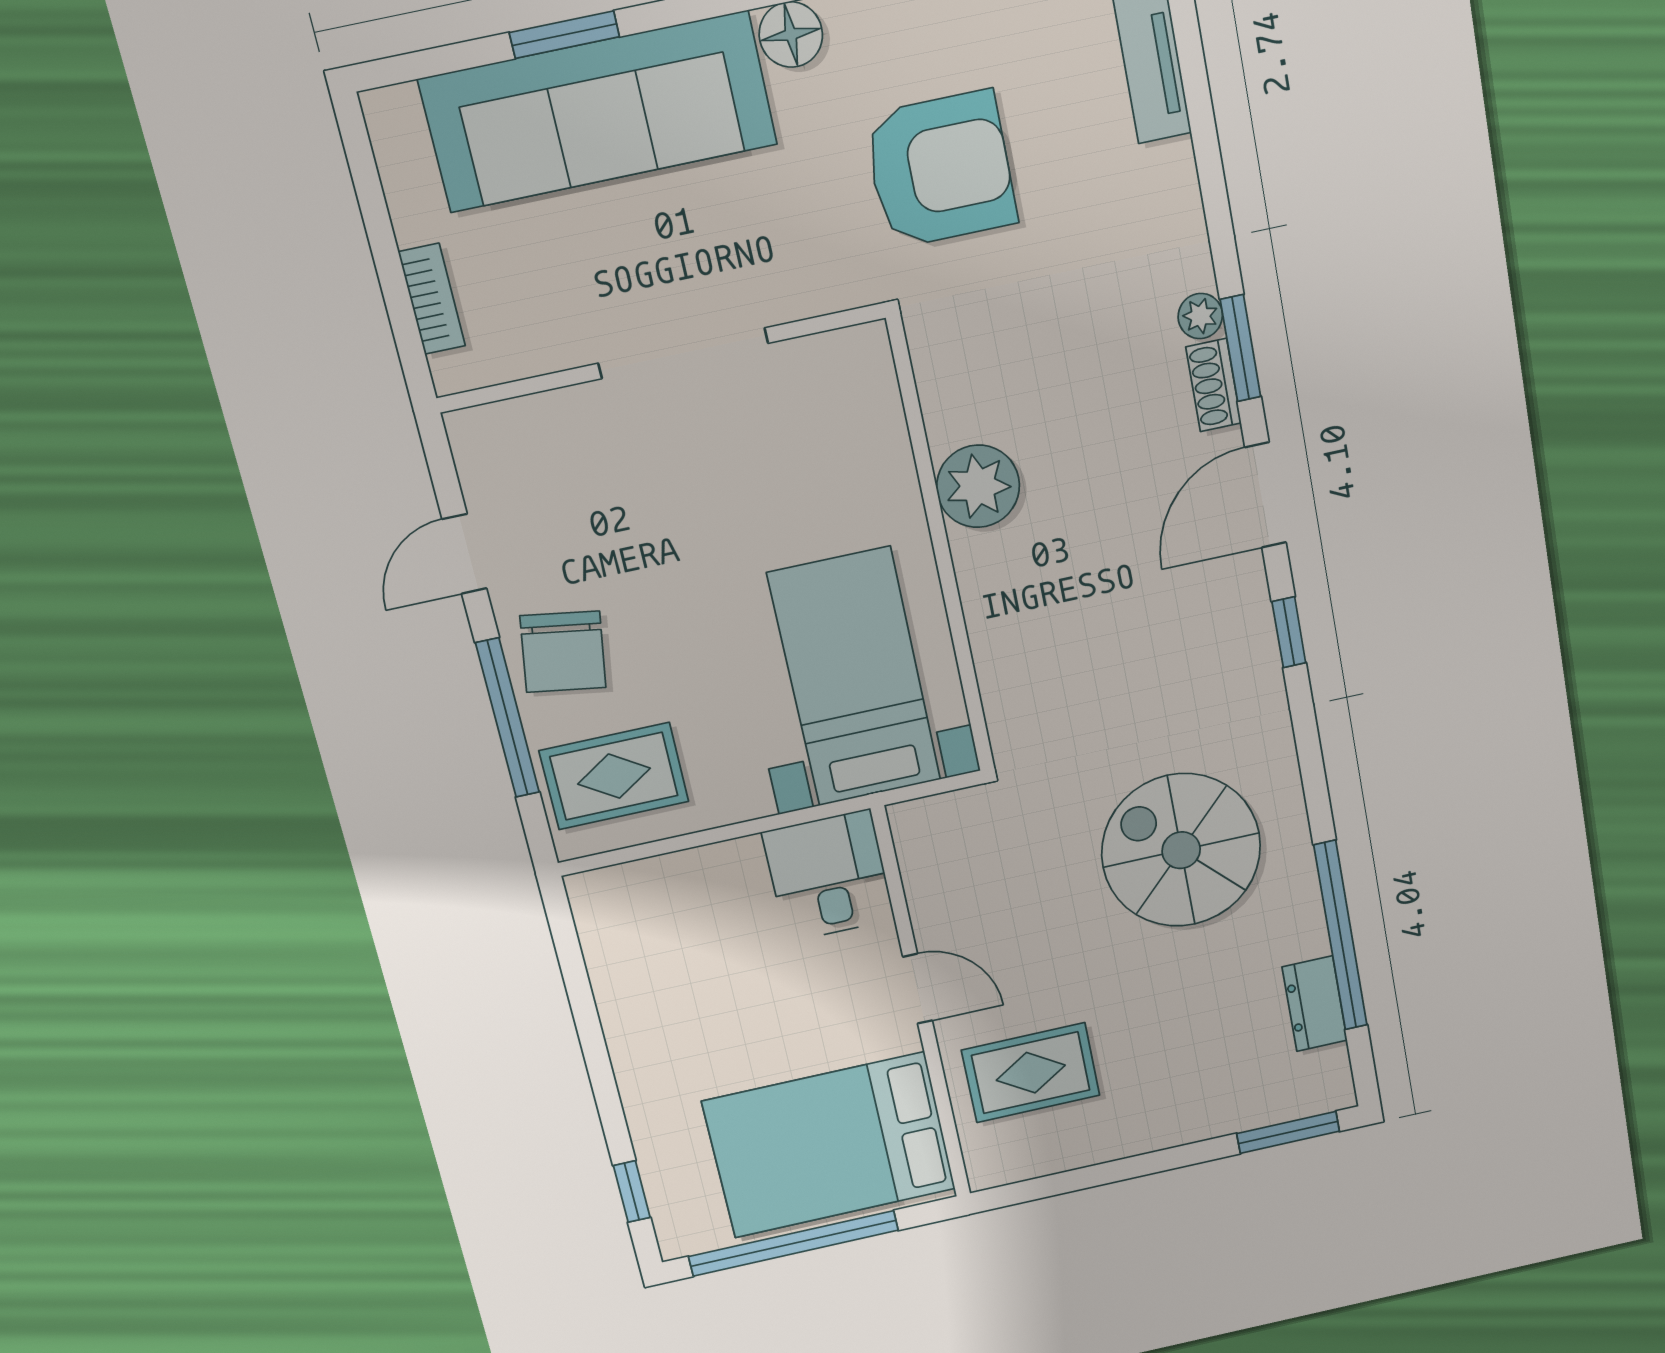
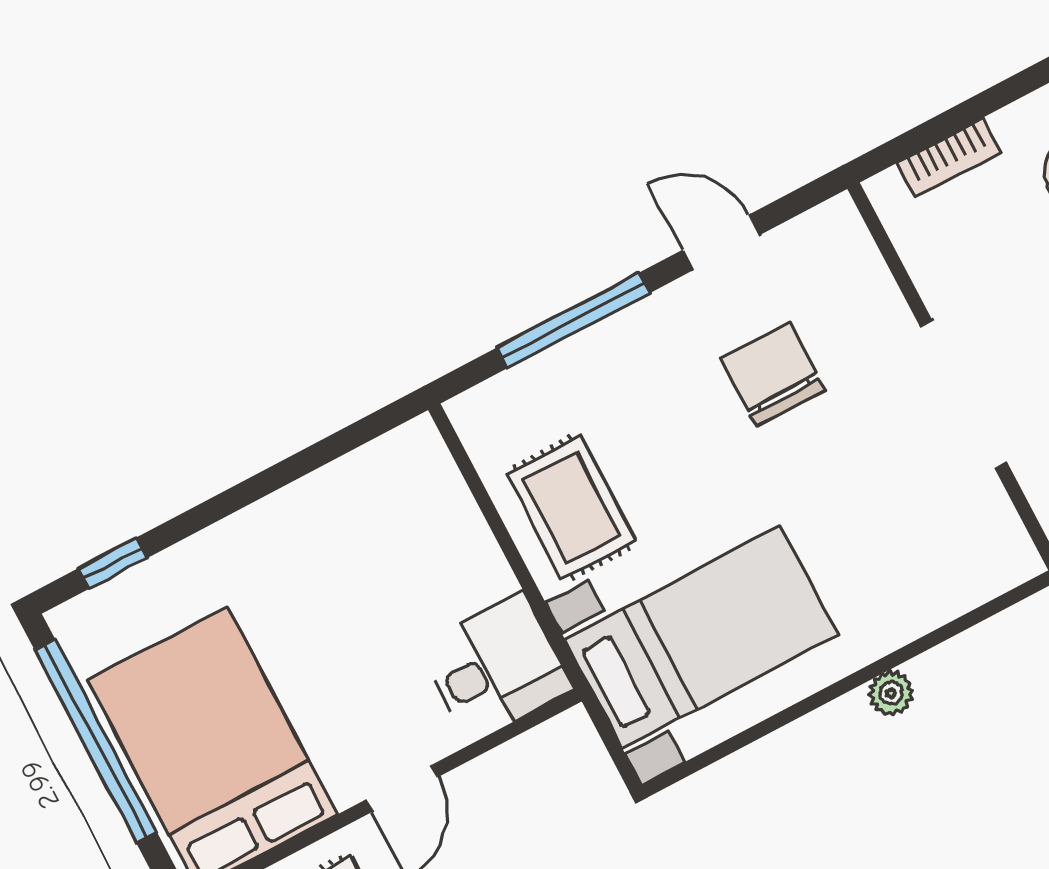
plant: (978, 486) -> (891, 693), width x0.53, depth x0.53
chair: (563, 652) -> (773, 374), moved, turned 81
rug: (614, 776) -> (572, 507), moved

